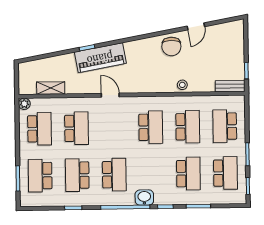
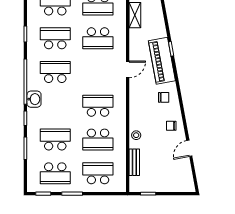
door: (196, 26) -> (189, 148), hinge flipped
chair: (171, 46) -> (171, 126), width x0.54, depth x0.54
chair: (140, 55) -> (164, 97), added
bench: (230, 86) -> (134, 162), moved
school desk: (151, 127) -> (98, 106), turned 180
school desk: (188, 174) -> (55, 140), turned 180
school desk: (114, 175) -> (55, 72), turned 180

